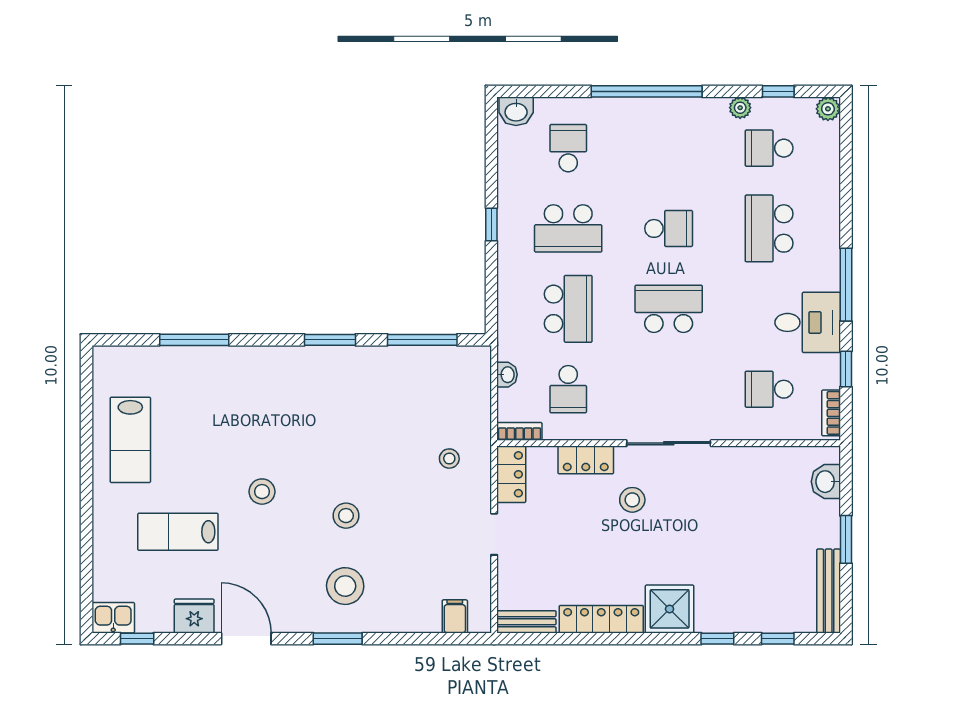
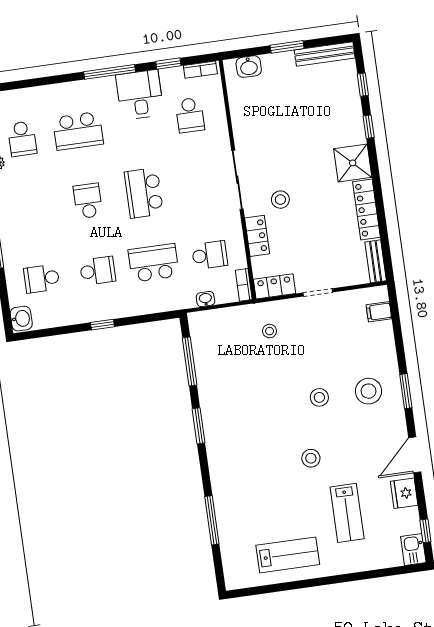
school desk: (568, 228) -> (98, 271), width x0.54

